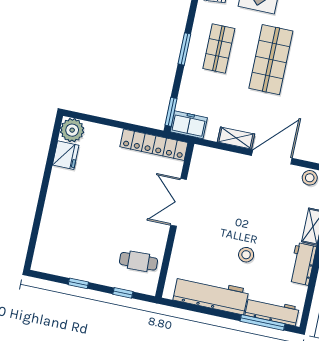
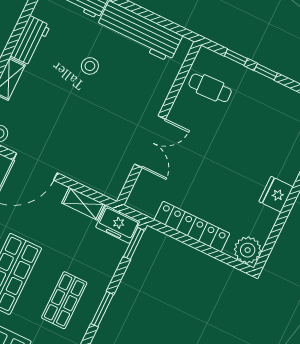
shelving: (236, 138) -> (83, 204), moved
locker: (154, 145) -> (192, 227), moved
fridge: (66, 155) -> (276, 194), moved
window: (78, 283) -> (266, 72), moved

